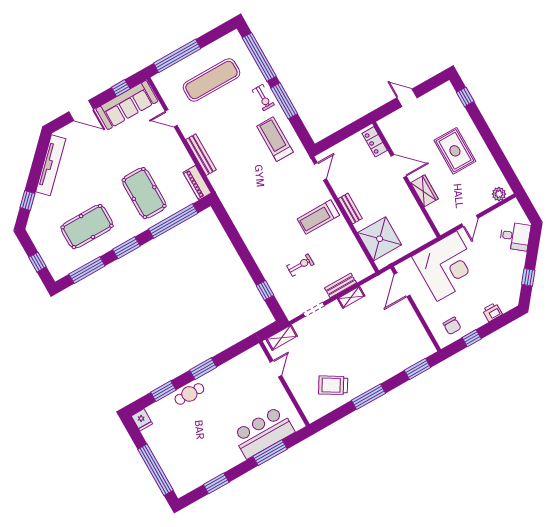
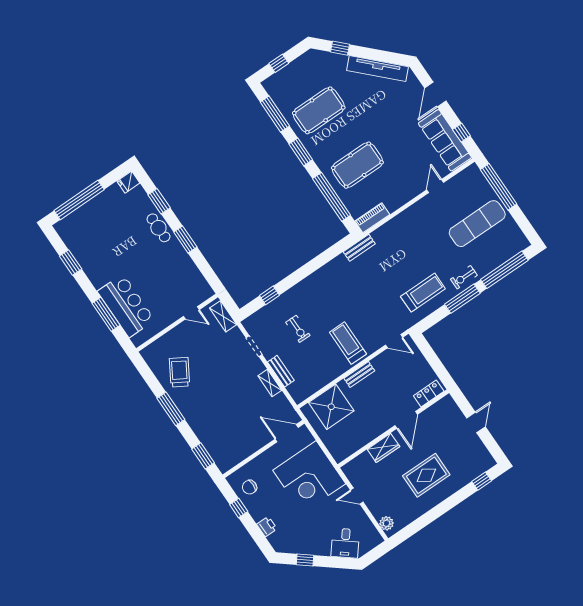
exercise mat: (211, 80) -> (477, 224), turned 90
bench: (201, 155) -> (359, 248), moved, width x0.73
pool table: (87, 227) -> (319, 110), turned 90

